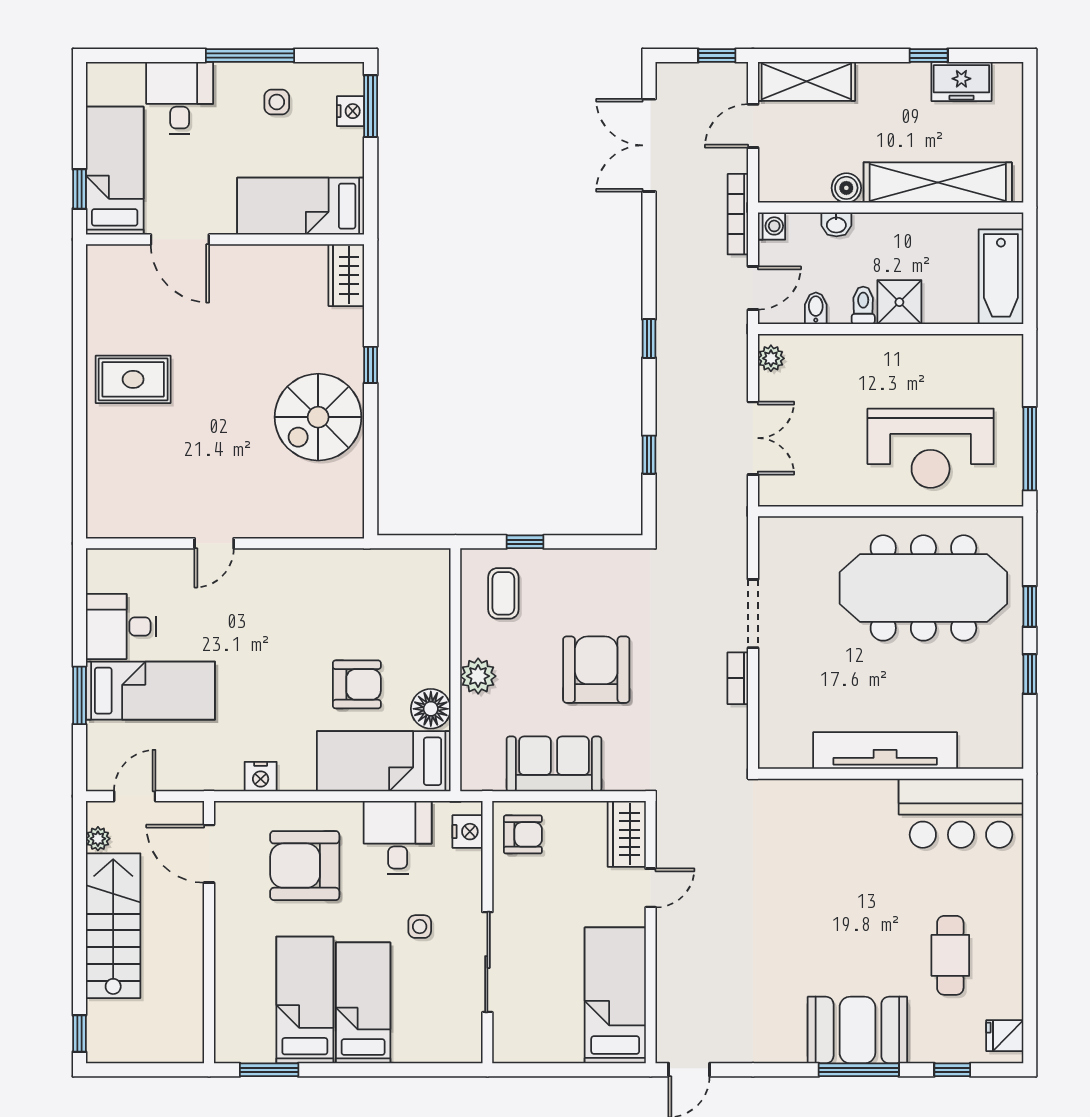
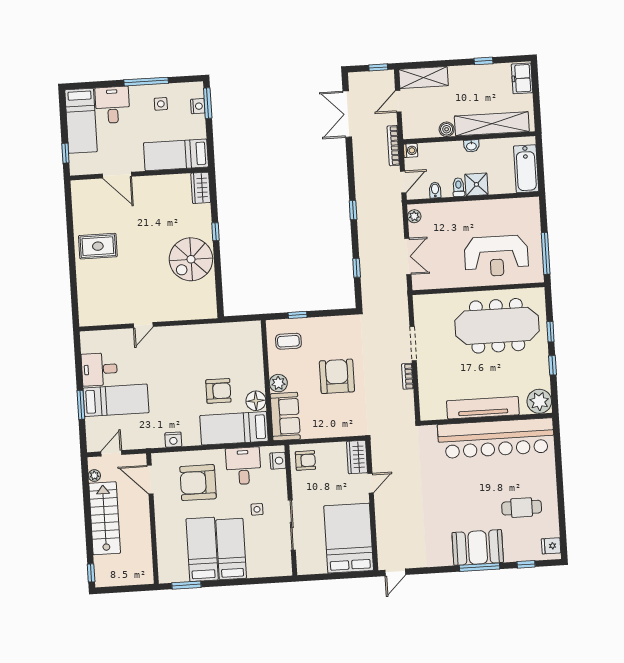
freezer: (961, 81) -> (522, 78), moved, turned 90
bed: (115, 171) -> (81, 121), moved, turned 180
washbasin: (836, 224) -> (471, 146), moved
coffee table: (503, 593) -> (288, 341), turned 90
plant: (999, 745) -> (539, 401), added
sofa: (554, 764) -> (285, 417), moved, turned 90
bar counter: (961, 813) -> (496, 438), width x1.86
cafe table: (950, 955) -> (522, 508), turned 90
bed: (615, 995) -> (349, 538), width x1.50

